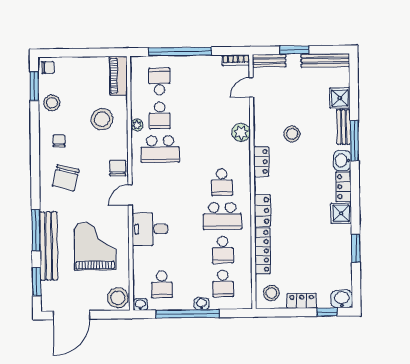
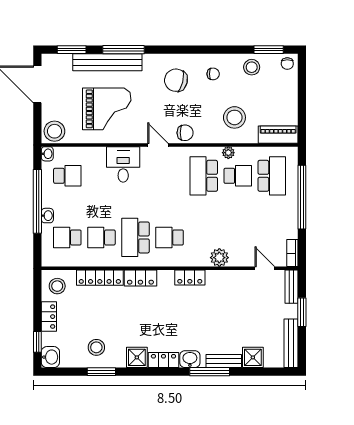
school desk: (159, 81) -> (272, 176), width x1.85
school desk: (160, 115) -> (238, 176), turned 180
stool: (292, 134) -> (96, 347), moved
school desk: (162, 284) -> (67, 176), turned 180

